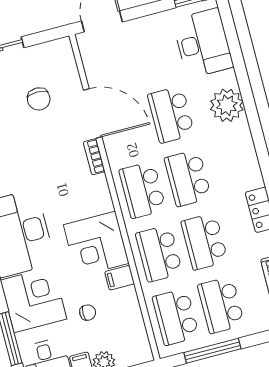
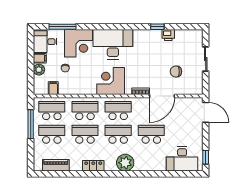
plant: (227, 105) -> (125, 163), moved
corner desk: (96, 244) -> (111, 81), moved
filing cabinet: (120, 278) -> (53, 88), moved

